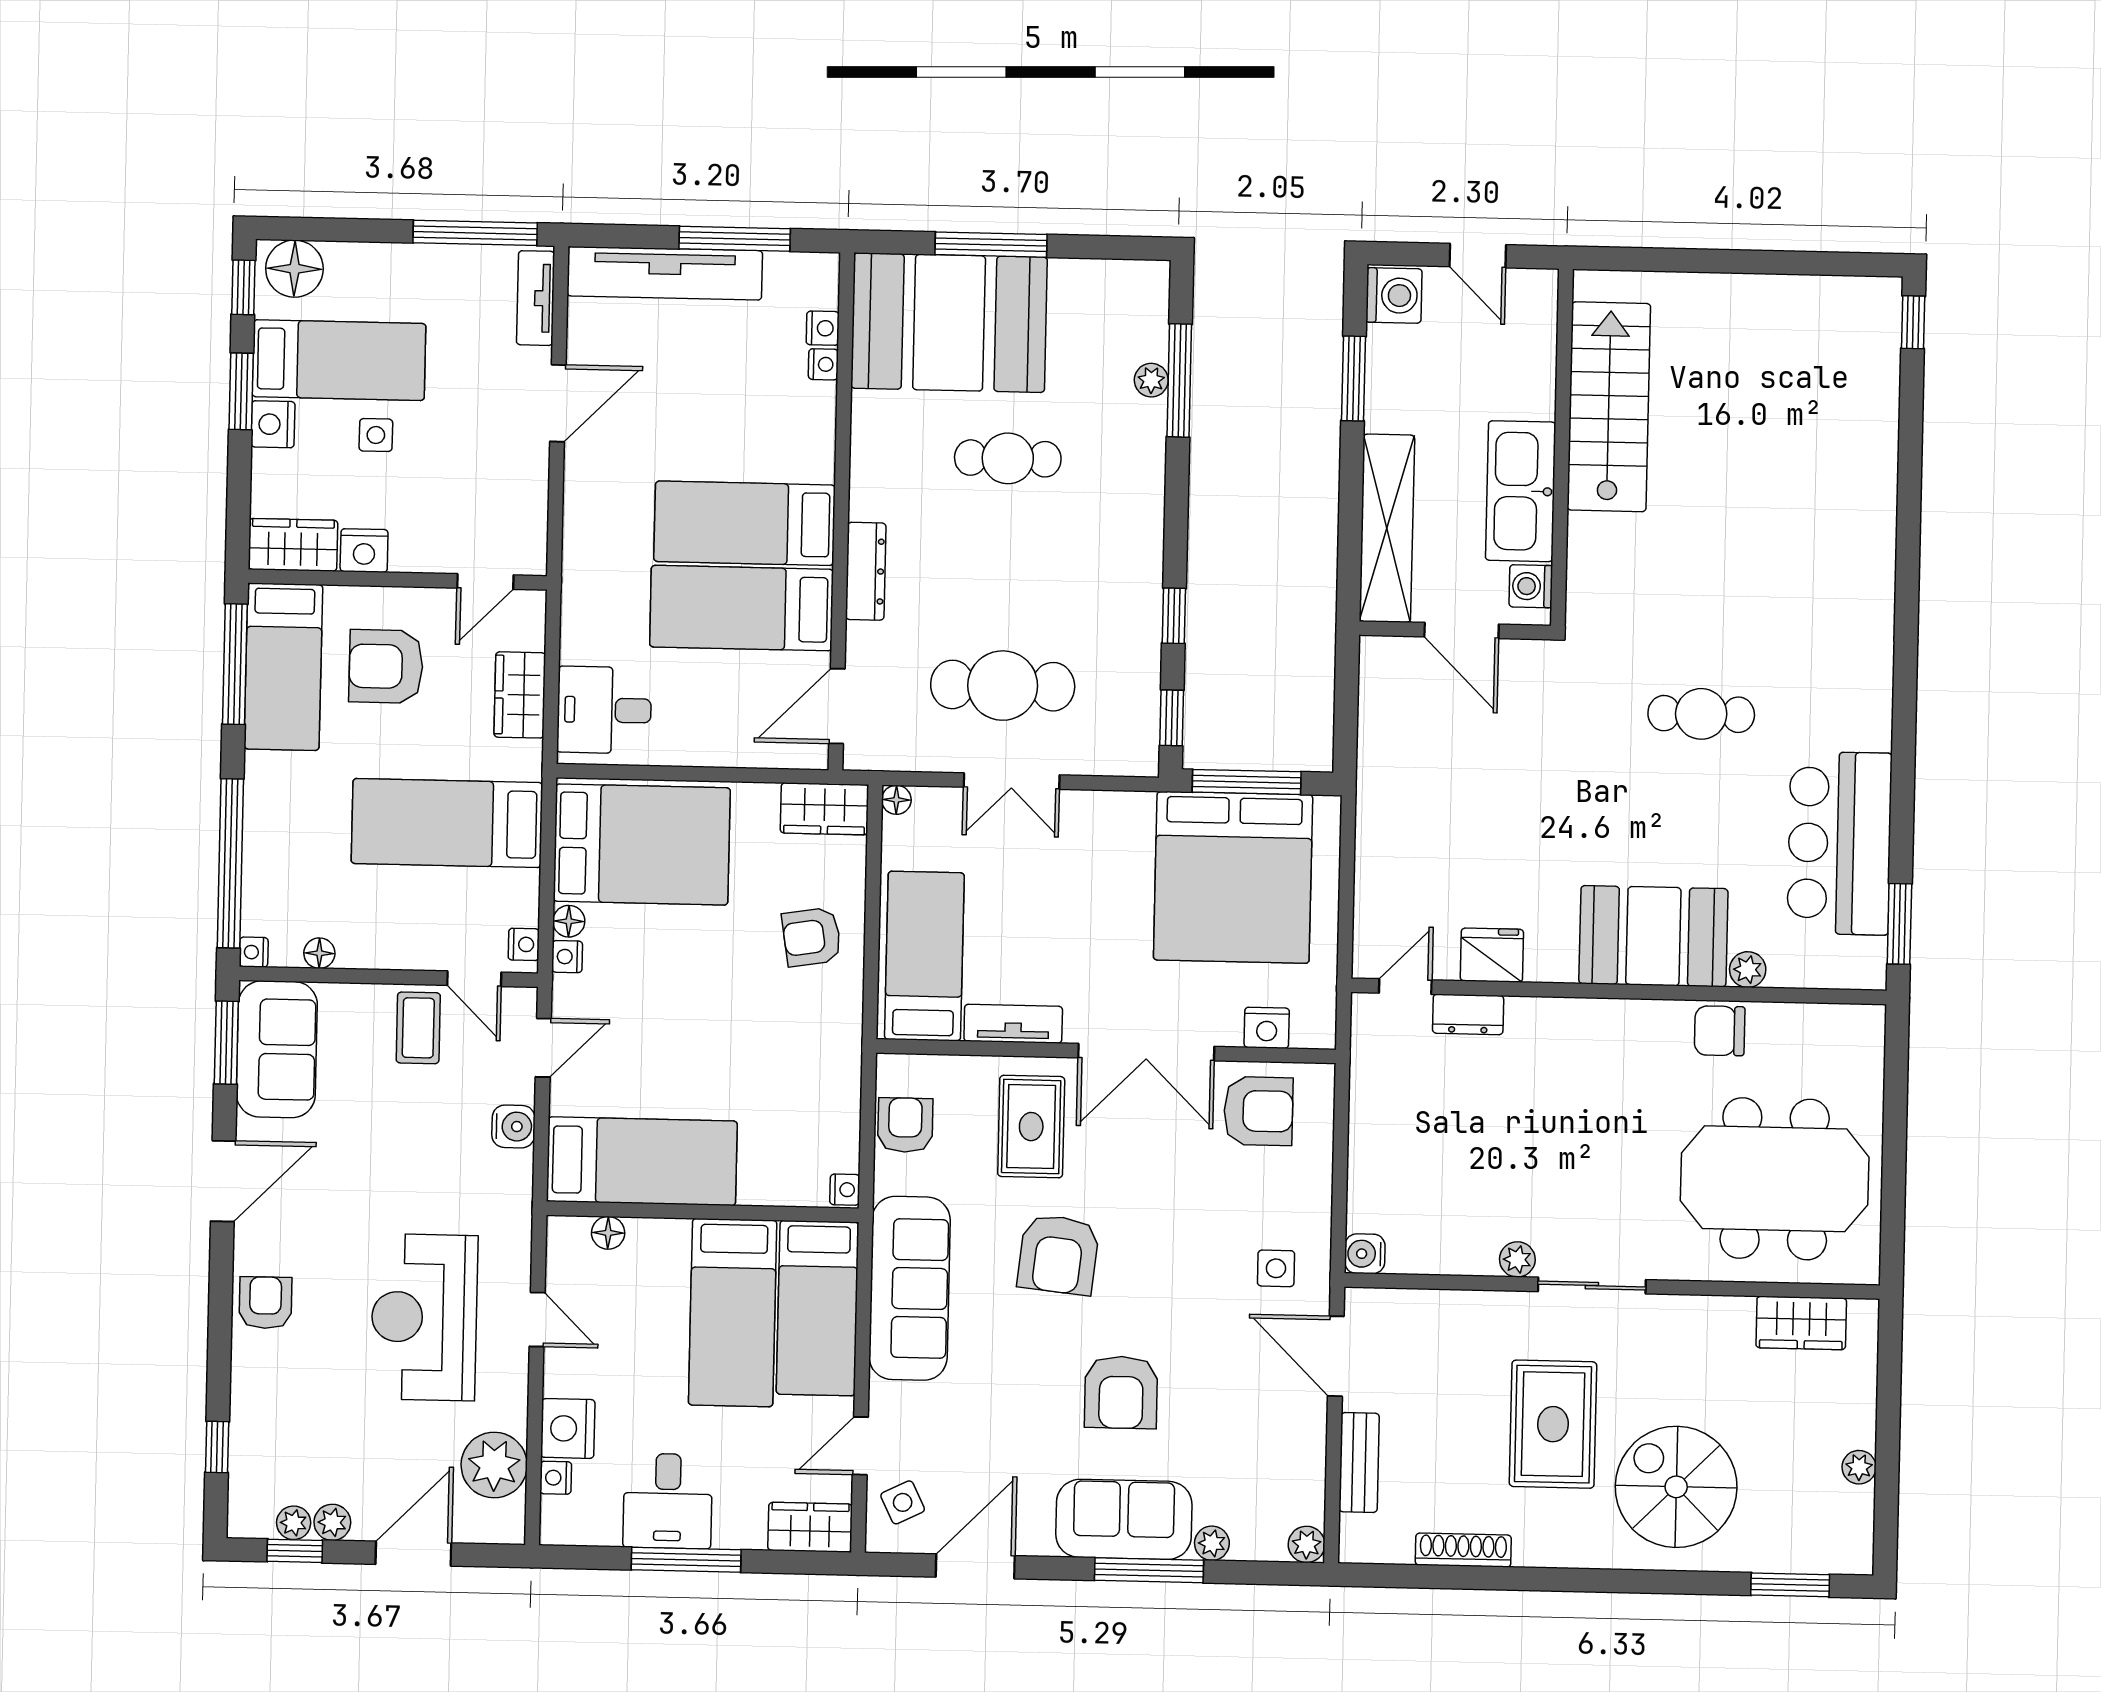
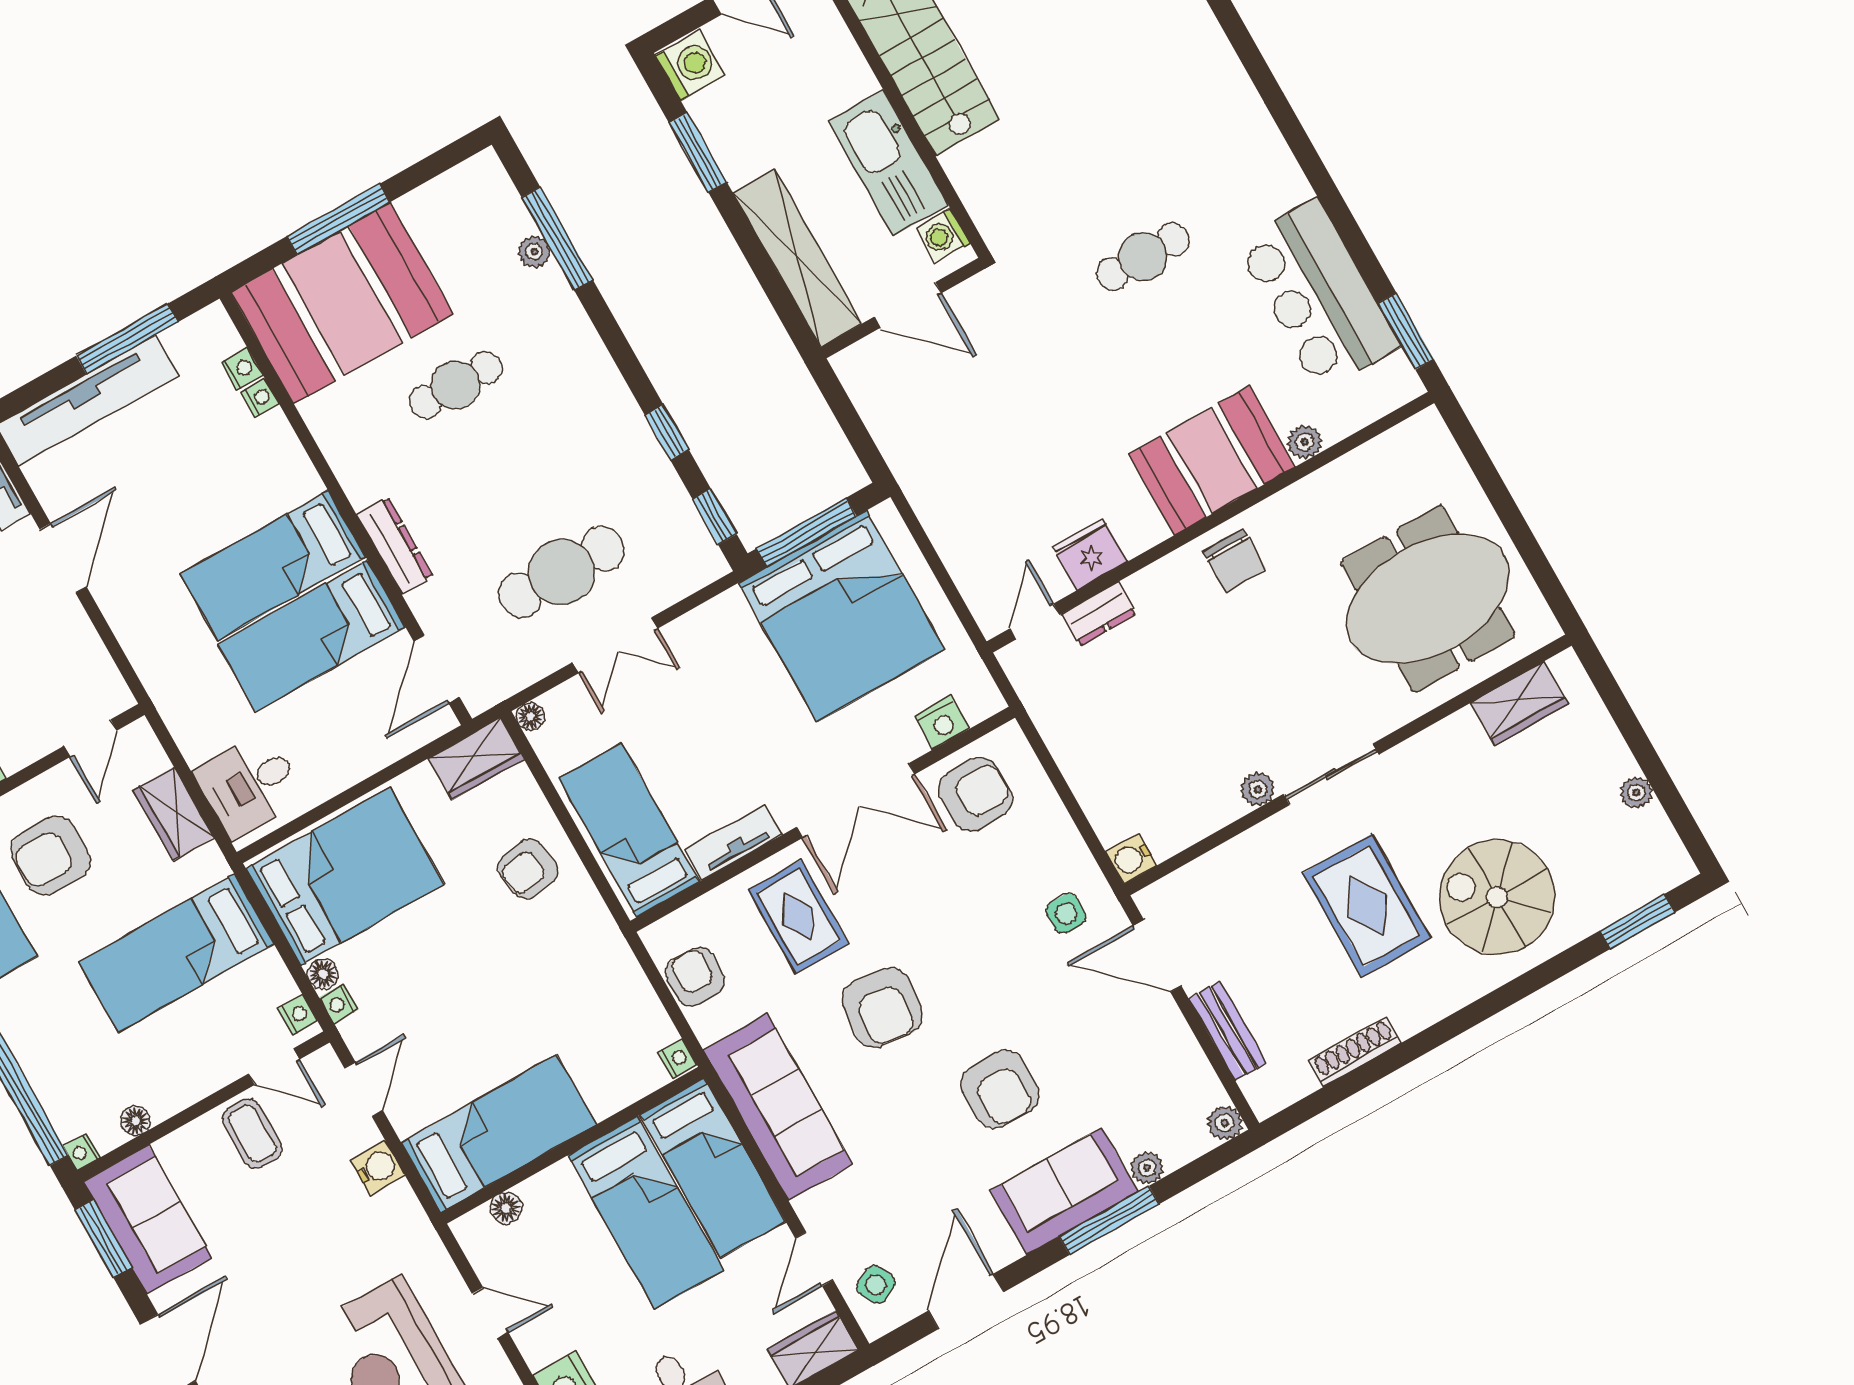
chair: (1720, 1031) -> (1234, 560), moved, turned -90

